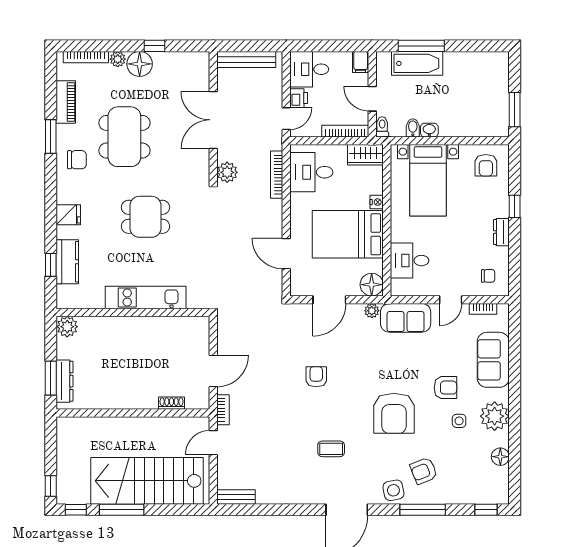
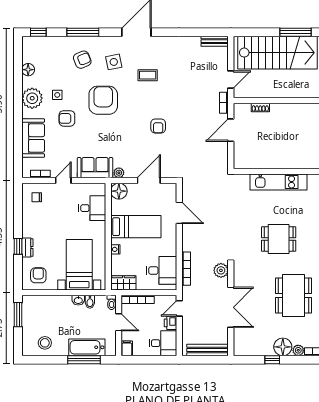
stool: (477, 70) -> (45, 343), added
dresser: (501, 232) -> (27, 248), moved
bed: (348, 234) -> (136, 227), width x0.67
side table: (393, 490) -> (114, 62), moved

